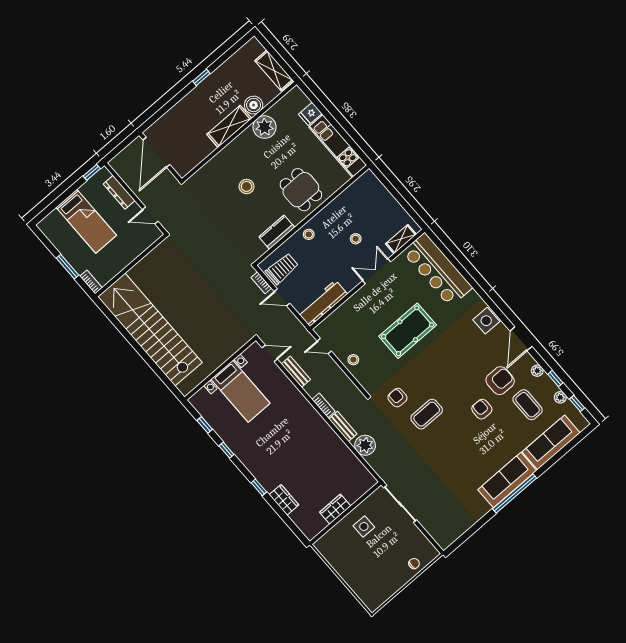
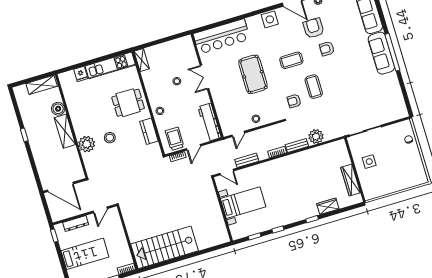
plant: (265, 127) -> (87, 144), moved
shelving: (401, 239) -> (142, 60), moved
stairs: (150, 330) -> (164, 247), width x0.73
door: (270, 353) -> (227, 172), swing flipped
coffee table: (528, 405) -> (291, 60), moved
wardrobe: (335, 509) -> (351, 180), width x1.50

